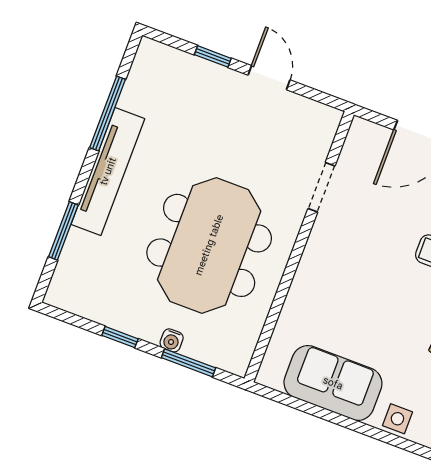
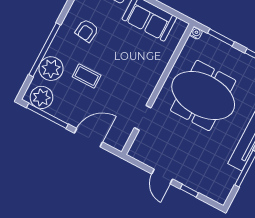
meeting table: (209, 245) -> (203, 95), turned 90
water cooler: (172, 340) -> (196, 33), moved

